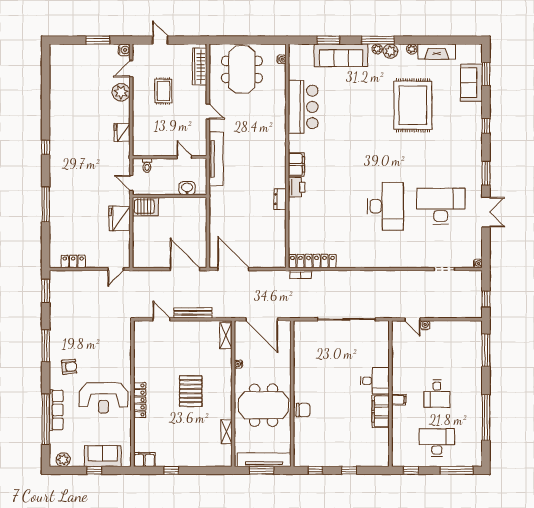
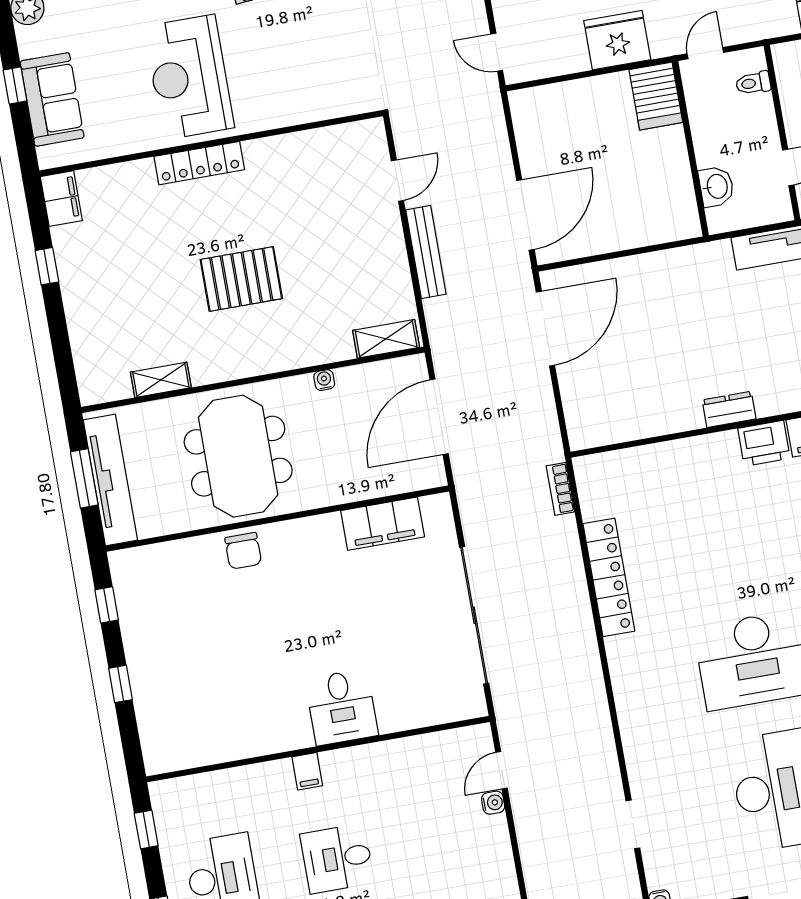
locker: (312, 261) -> (609, 577), moved
filing cabinet: (381, 411) -> (383, 524), moved, turned 180

